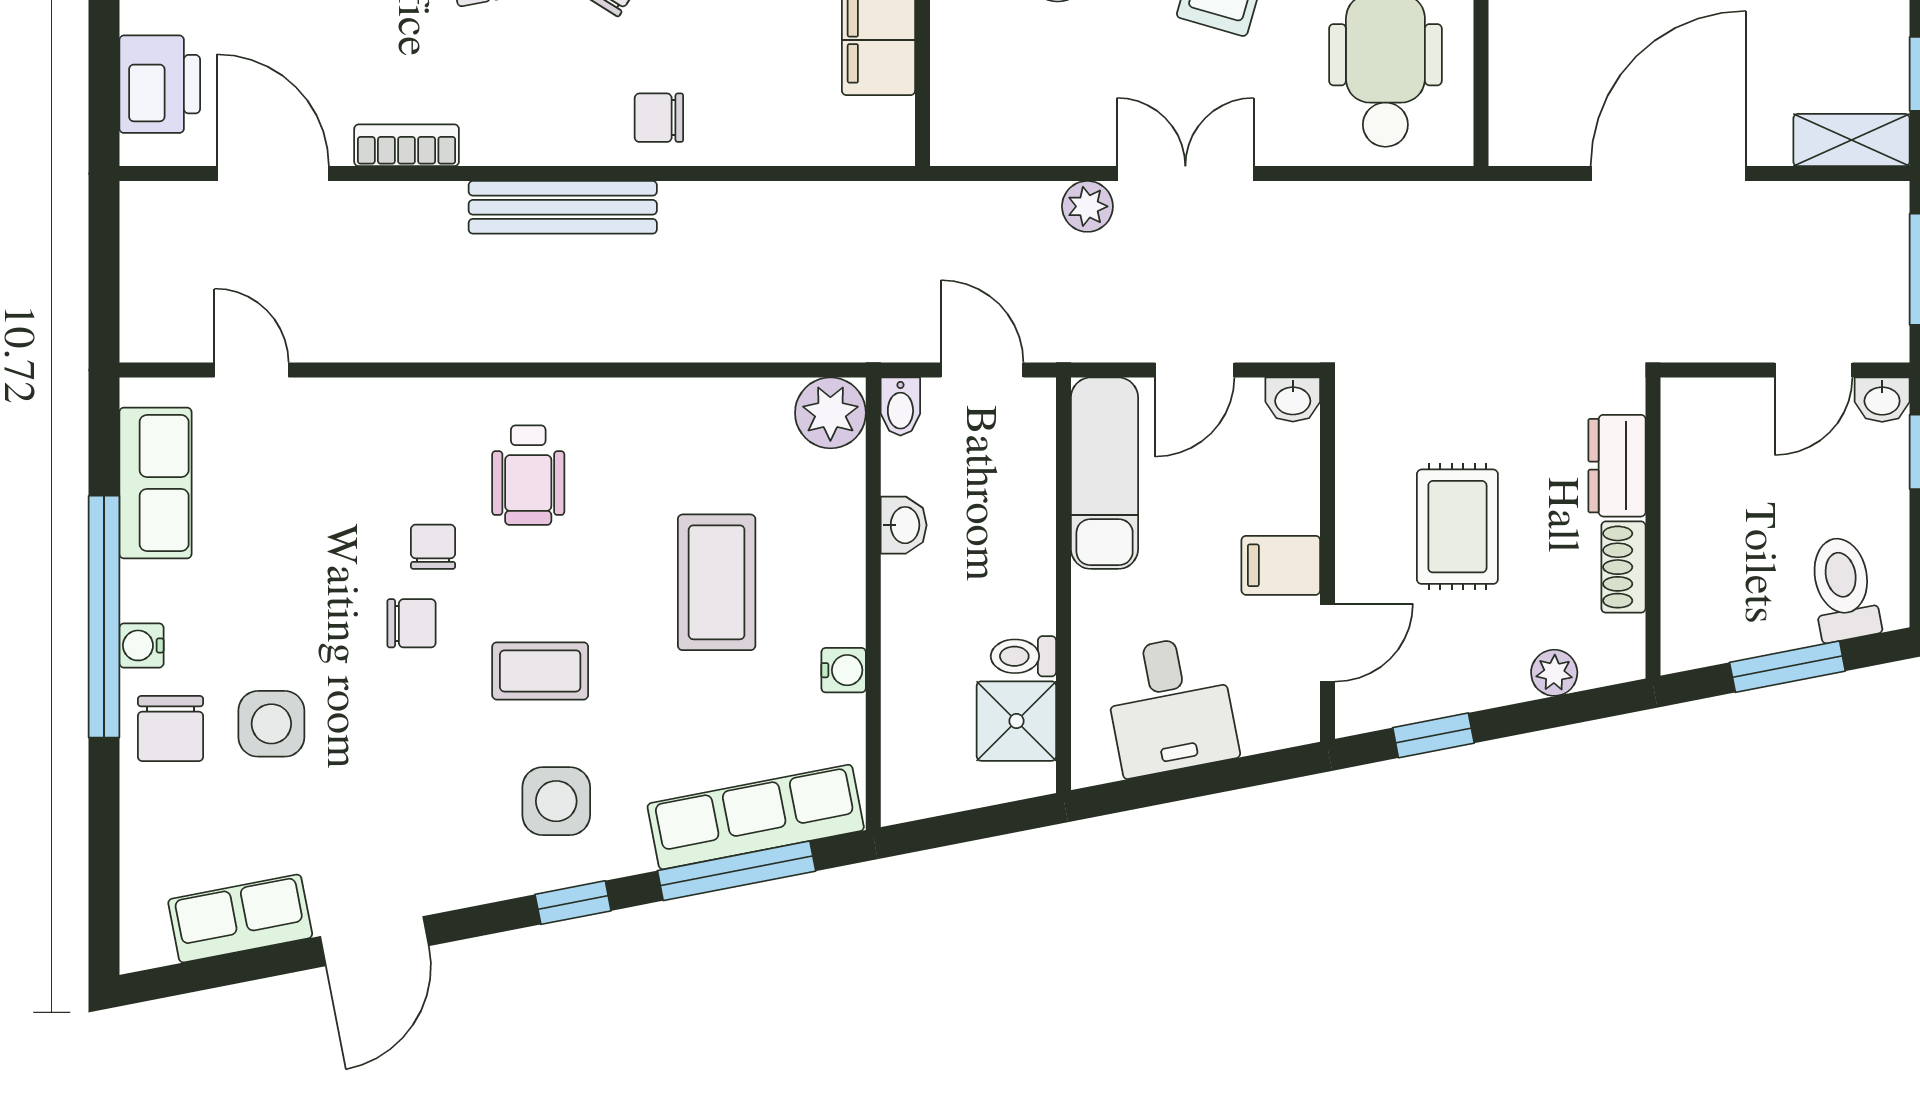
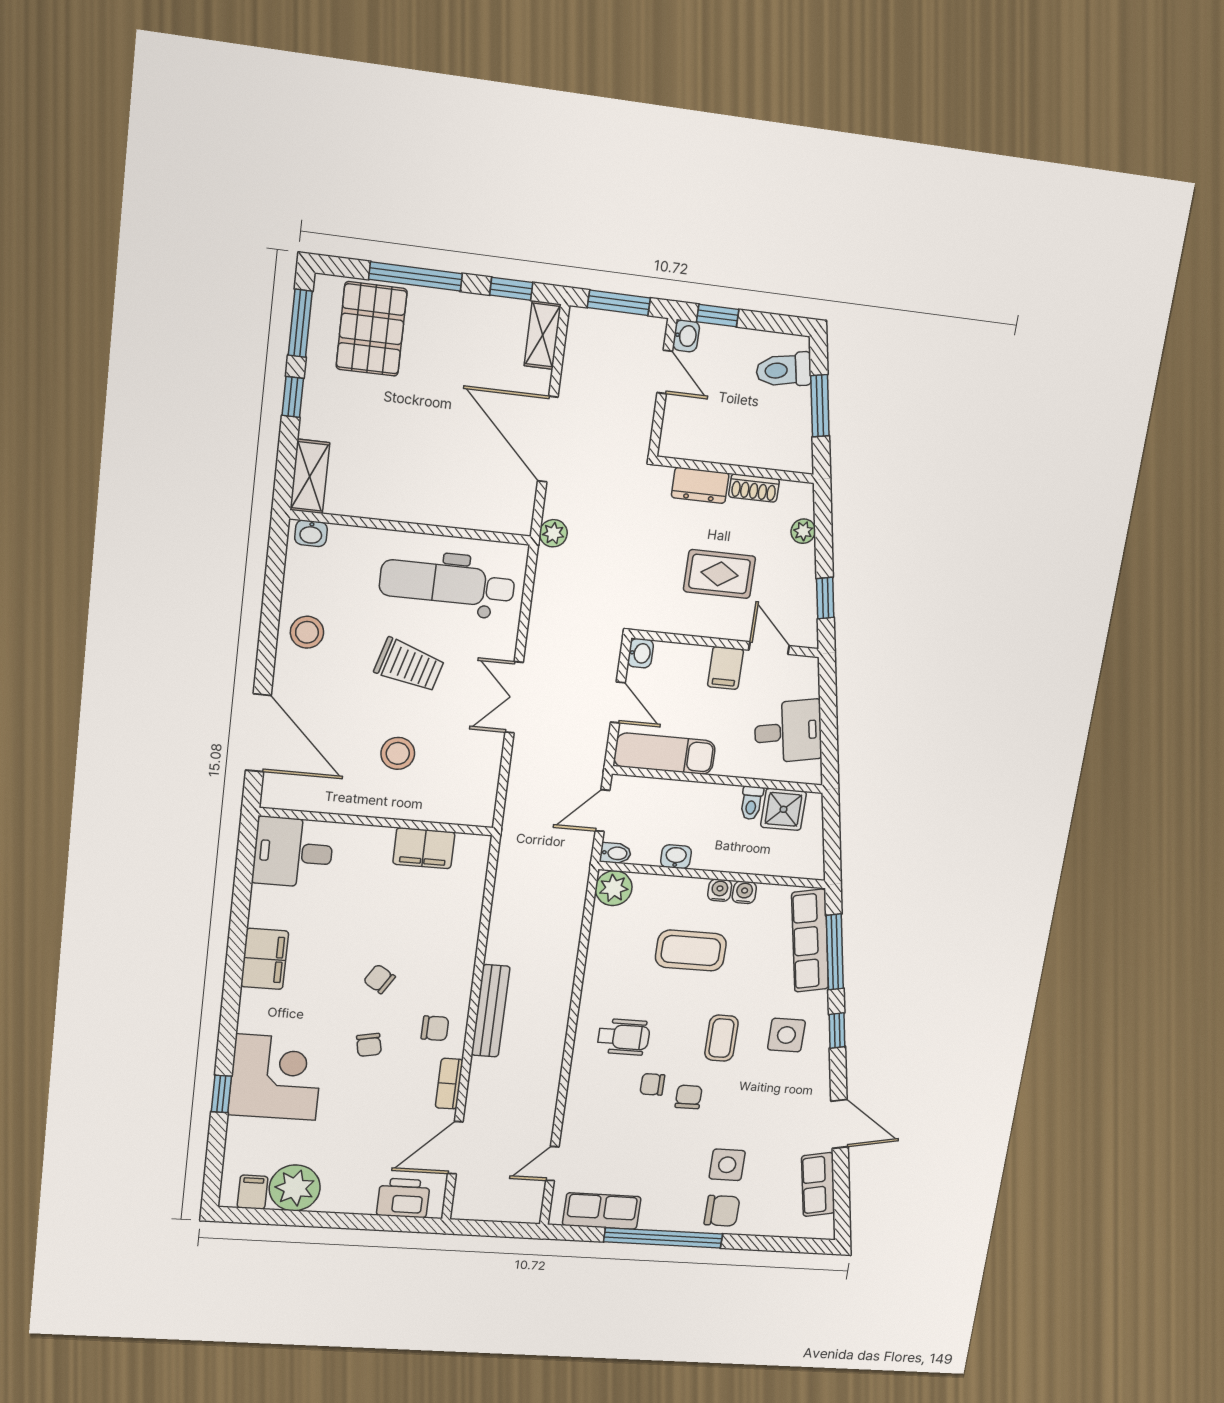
chair: (659, 118) -> (435, 1028), moved, turned -90
plant: (1087, 206) -> (553, 533), moved
water cooler: (141, 645) -> (720, 890), moved, turned 180

